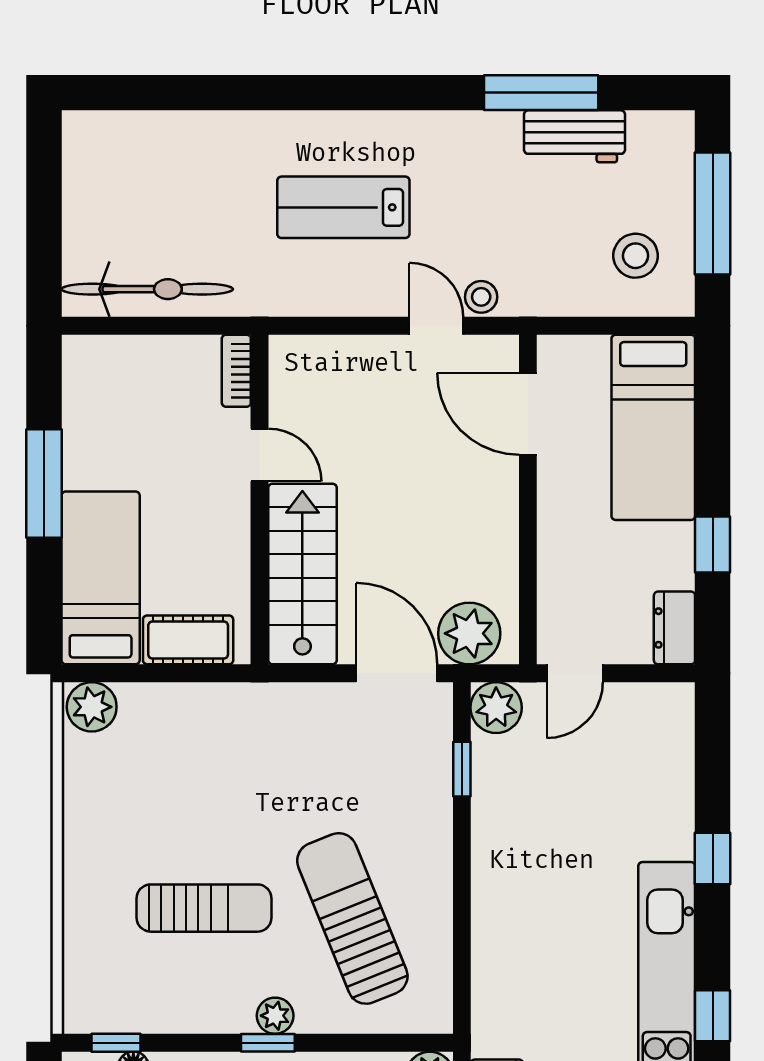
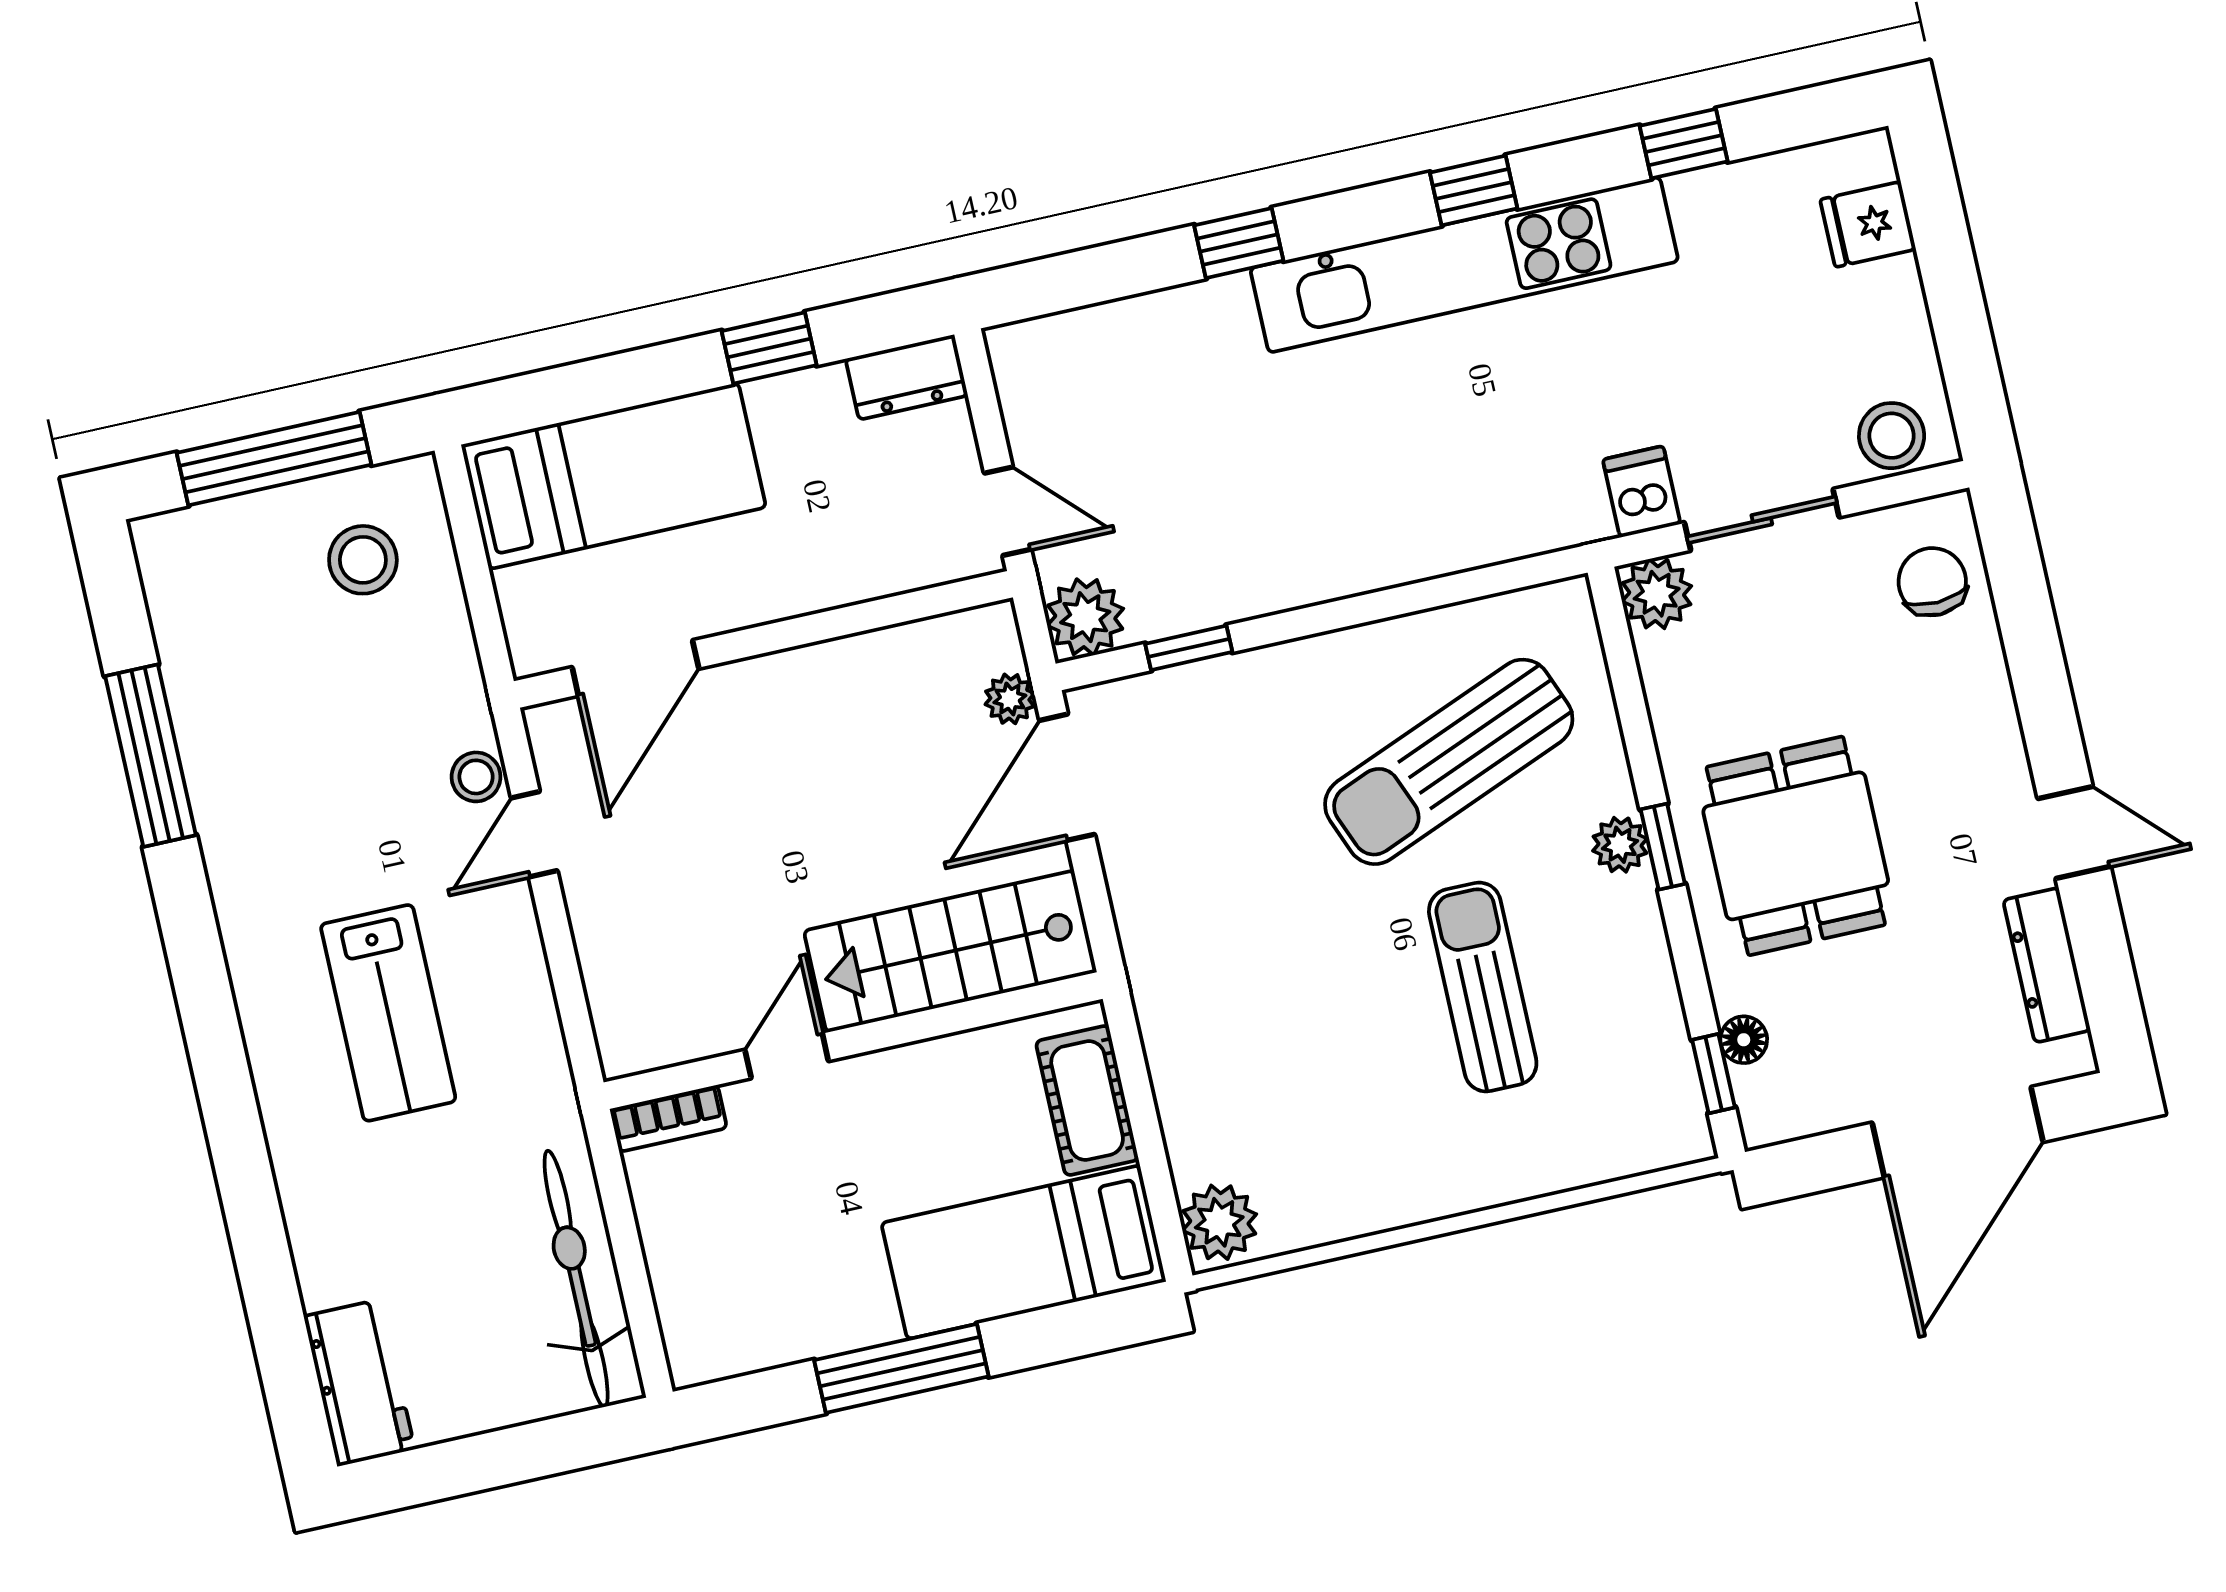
workbench: (575, 136) -> (359, 1383), moved
plant: (469, 633) -> (1010, 699), width x0.53, depth x0.53

